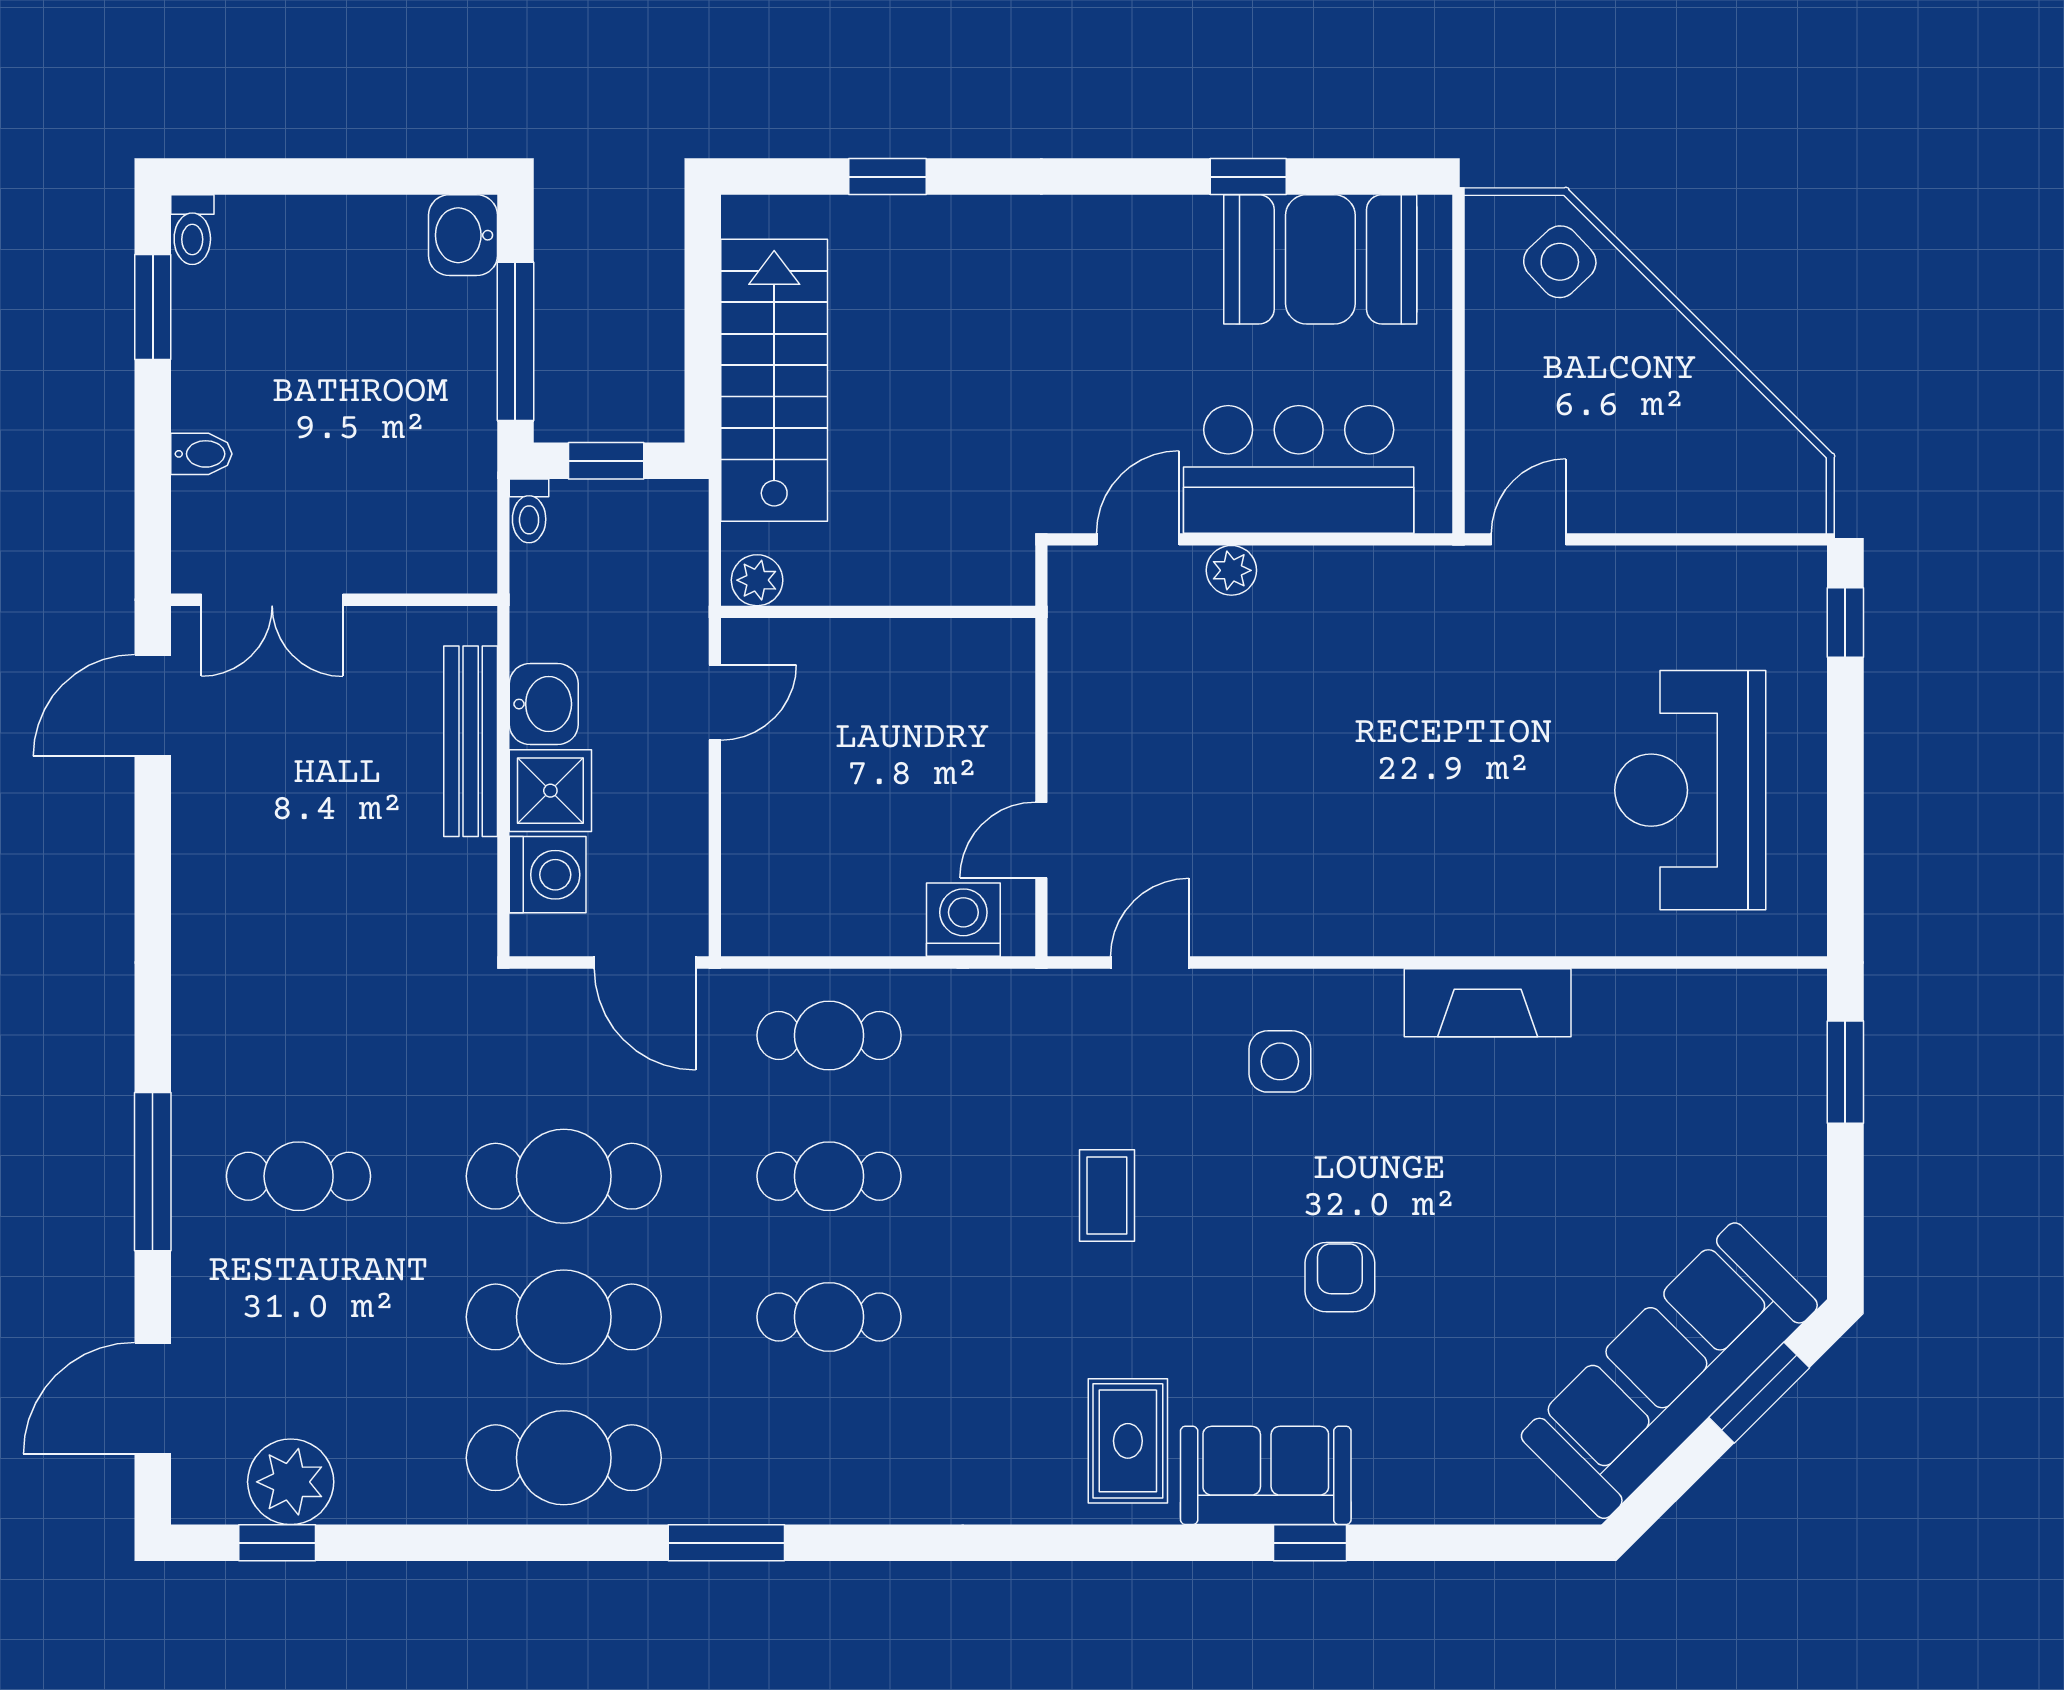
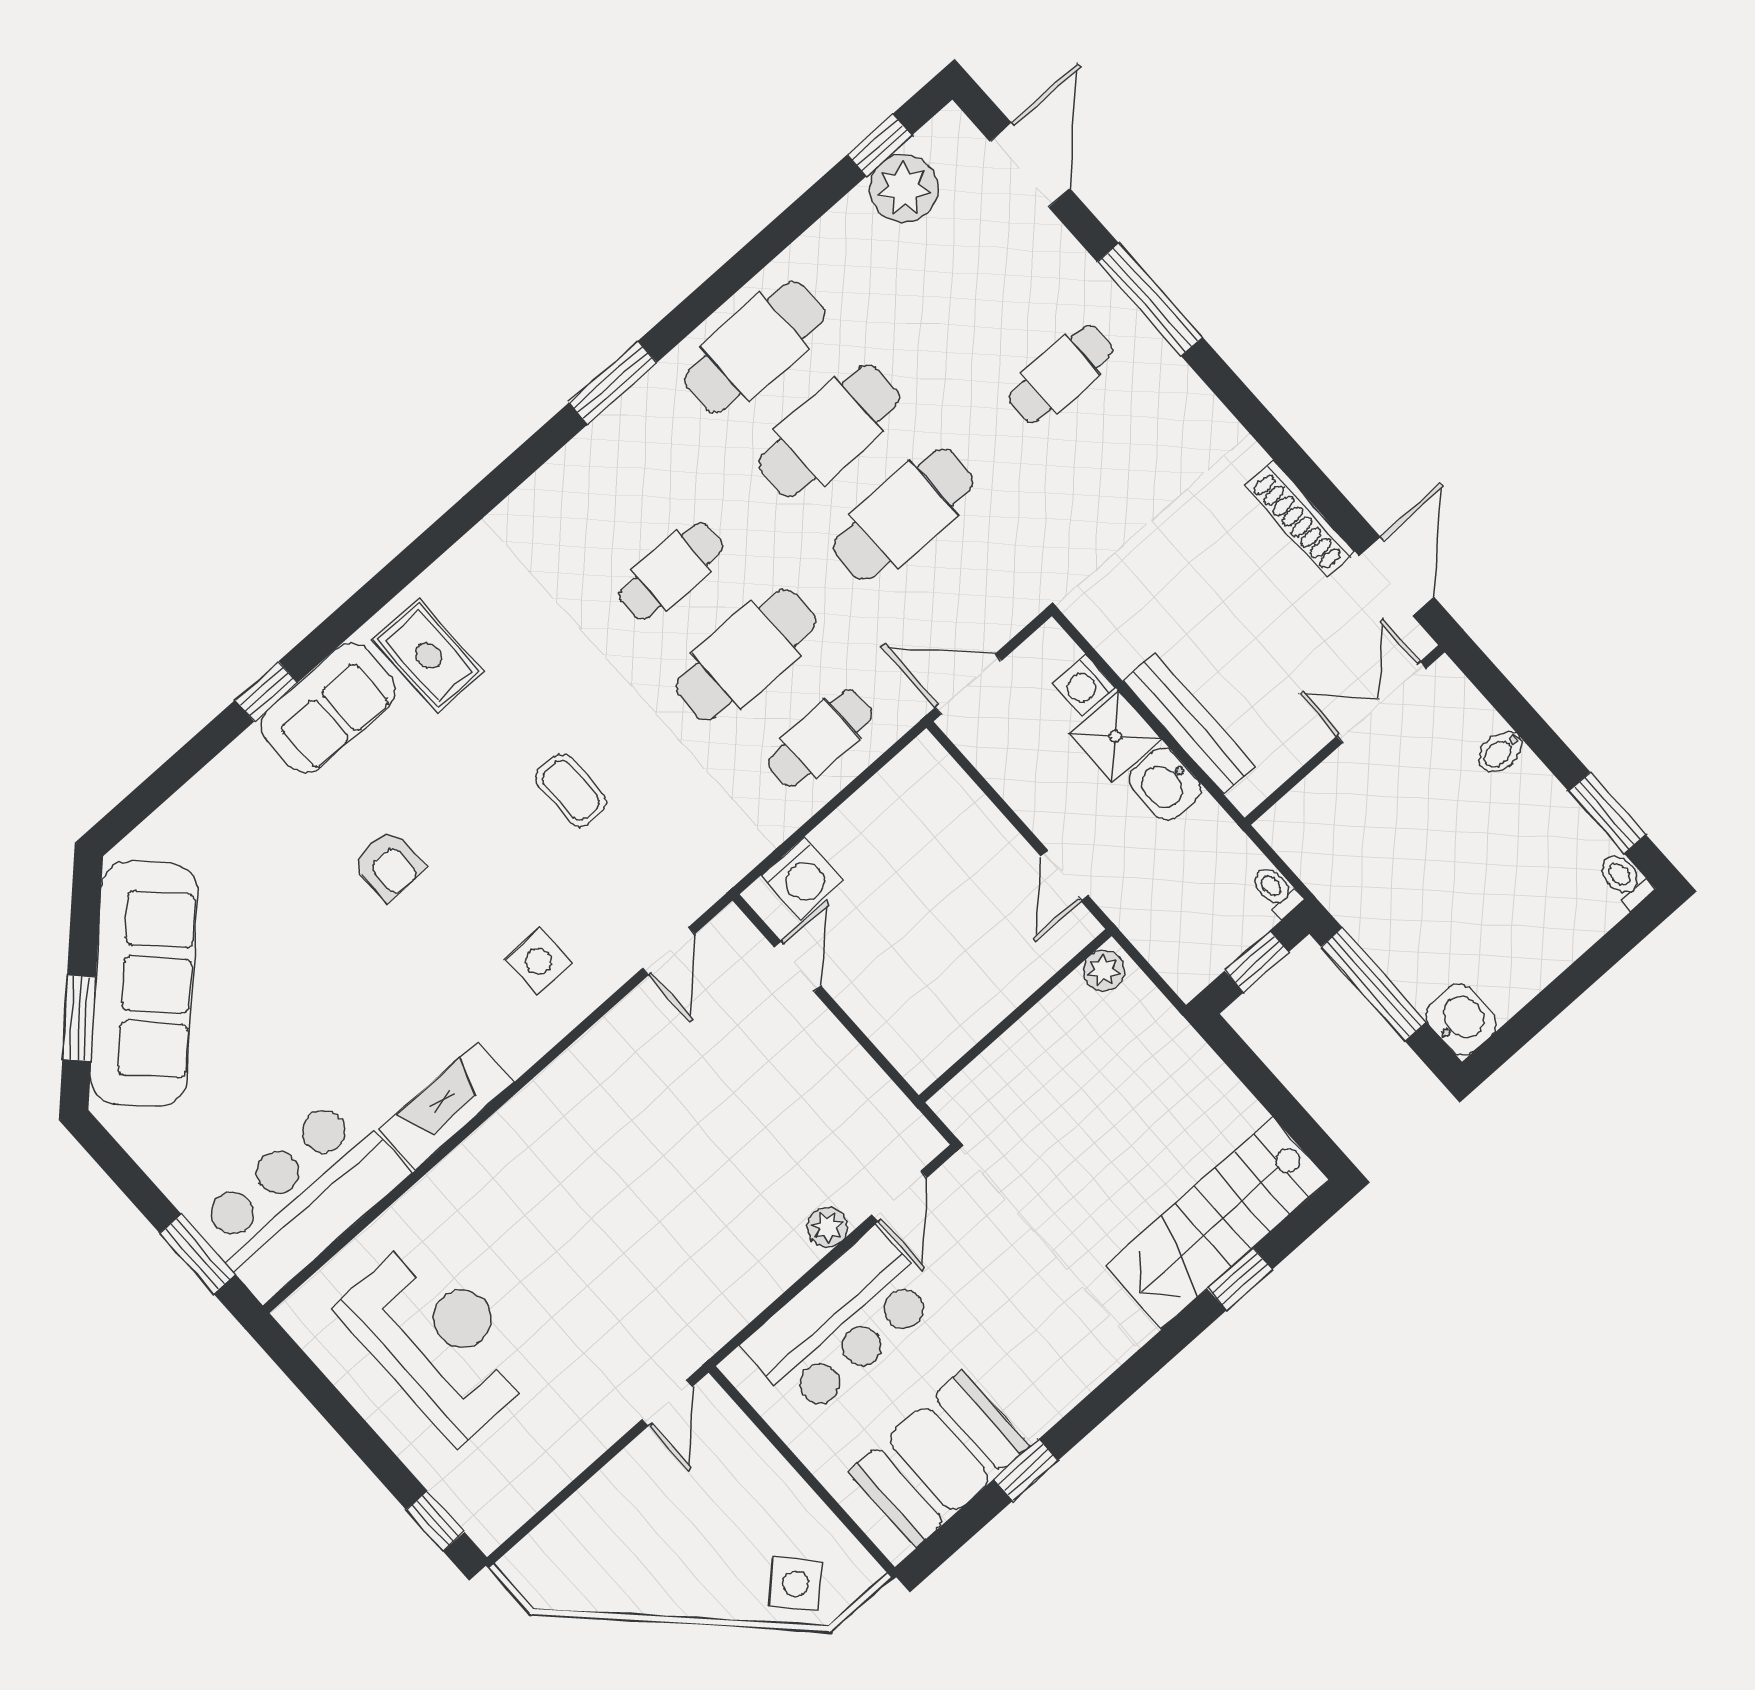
stairs: (774, 380) -> (1217, 1223), moved, turned 90
shoe rack: (195, 840) -> (1300, 519), added
washing machine: (548, 875) -> (1084, 685), width x0.73, depth x0.73
bar counter: (1701, 1038) -> (301, 1198), added
cafe table: (829, 1176) -> (746, 655), width x1.37, depth x1.35

